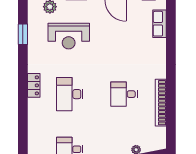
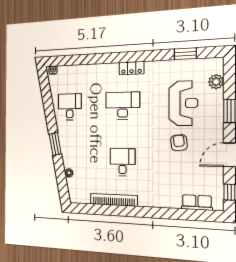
reception desk: (69, 36) -> (183, 103), turned 180
armchair: (105, 40) -> (179, 143), added

